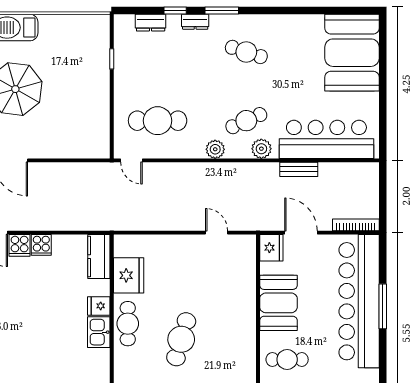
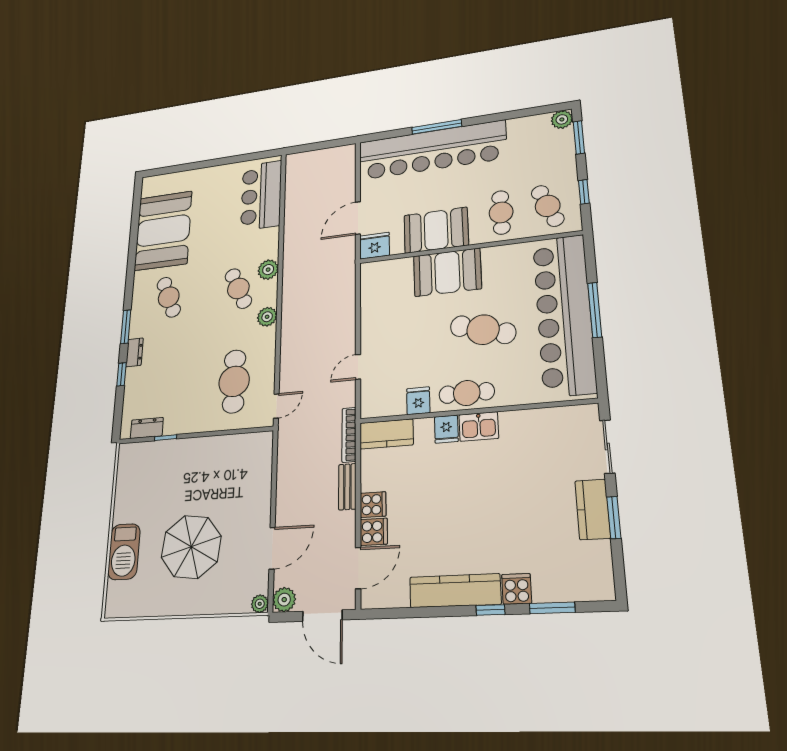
dresser: (151, 23) -> (147, 428), moved, turned -90
cafe table: (246, 52) -> (169, 297), turned -39
booth: (352, 53) -> (163, 231), moved, turned 90
bar counter: (326, 139) -> (261, 195), width x0.73
bench: (299, 169) -> (347, 487), moved
bookcase: (356, 225) -> (349, 435), moved
door: (217, 233) -> (358, 367), moved
fridge: (129, 275) -> (418, 401), width x0.53, depth x0.75
booth: (237, 311) -> (447, 272), added

